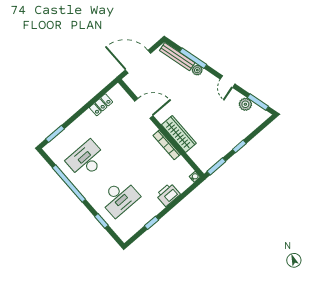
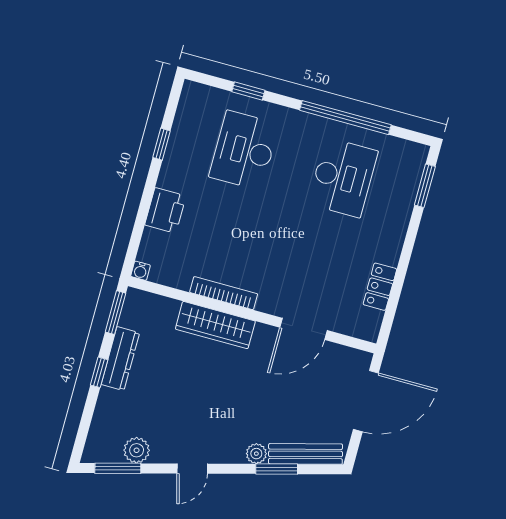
window: (193, 58) -> (277, 469), width x0.69
door: (228, 82) -> (192, 469), swing flipped
dresser: (227, 146) -> (120, 359), added

